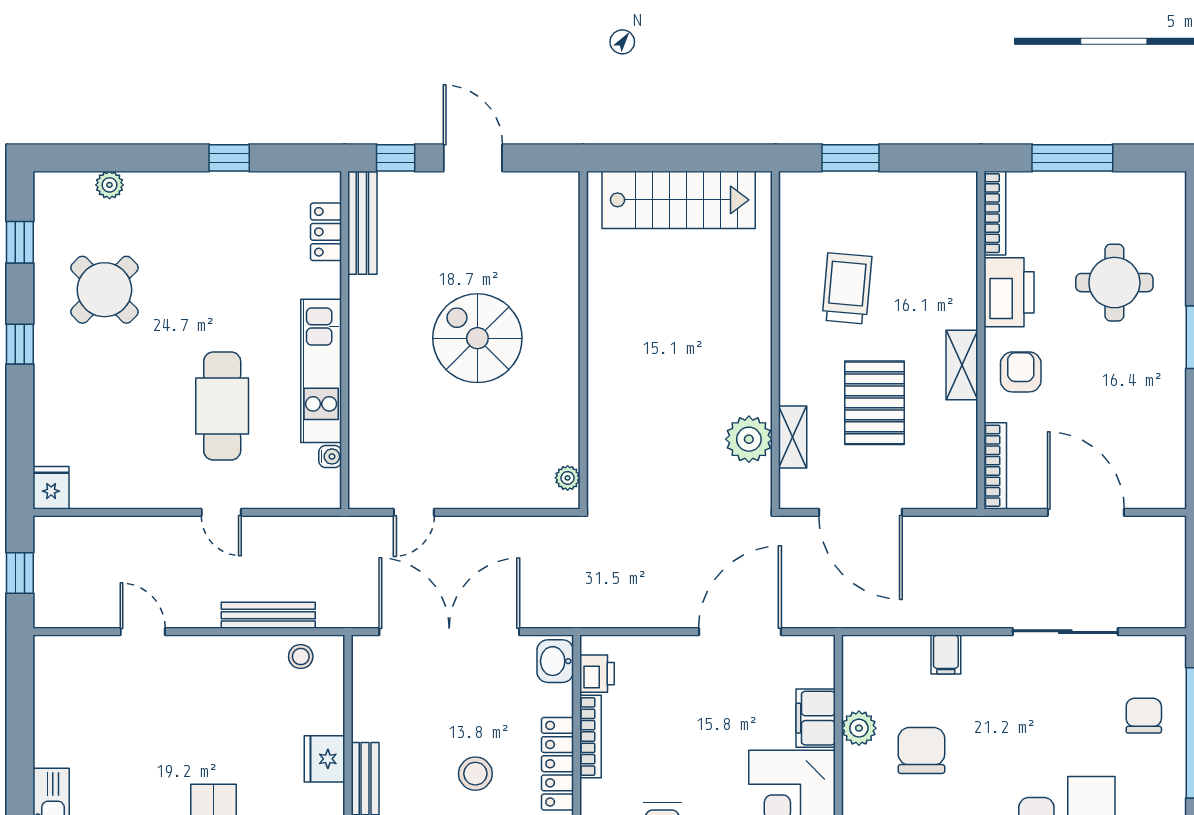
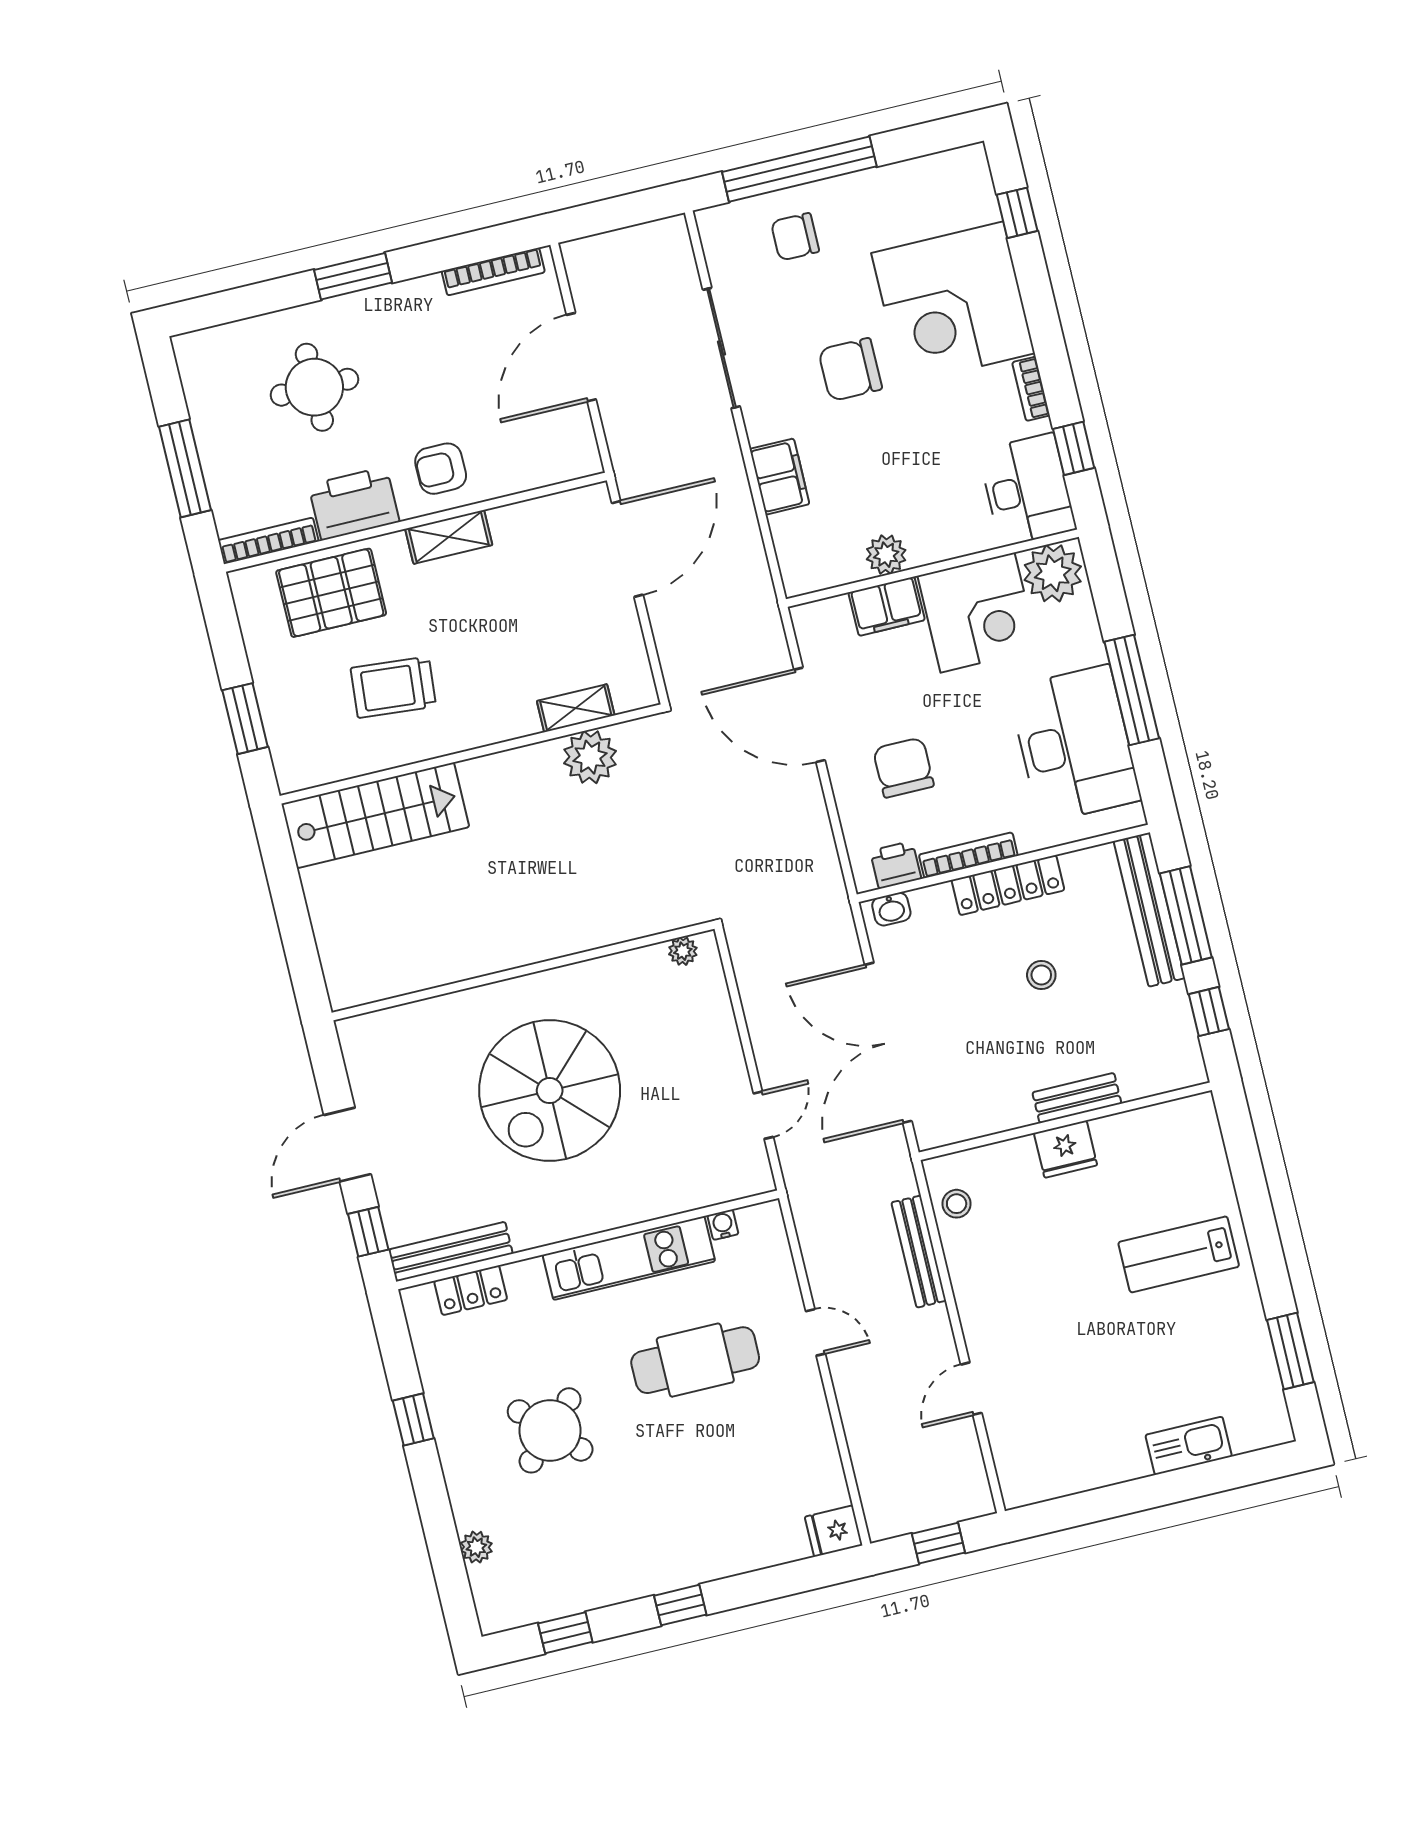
stairs: (679, 200) -> (375, 815), moved, turned 90
round table: (104, 290) -> (550, 1430), moved
spiral stairs: (477, 338) -> (550, 1091), width x1.37, depth x1.37
pallet: (874, 403) -> (331, 593), moved
bookcase: (995, 466) -> (493, 272), moved, turned 180
door: (221, 512) -> (815, 1332), hinge flipped
door: (414, 512) -> (763, 1115), hinge flipped
door: (861, 512) -> (627, 549), moved
filing cabinet: (946, 655) -> (780, 477), width x2.00
washbasin: (555, 661) -> (891, 909), width x0.72, depth x0.69
chair: (677, 700) -> (903, 768), added
chair: (921, 750) -> (850, 370), moved
stool: (475, 774) -> (1041, 975), width x0.73, depth x0.73

